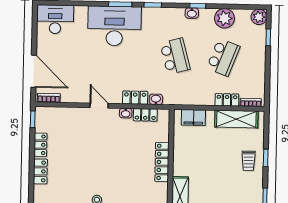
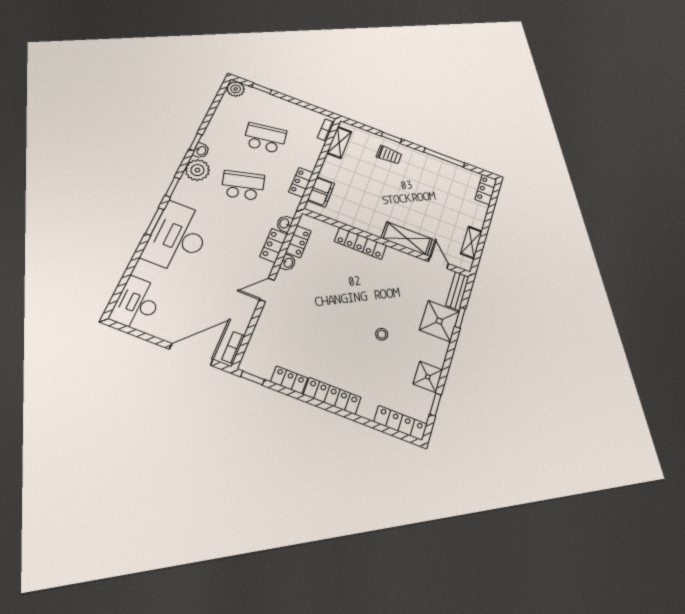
plant: (224, 18) -> (197, 170), moved
school desk: (223, 57) -> (265, 138), turned -30
locker: (227, 100) -> (301, 182), moved
shelving: (236, 119) -> (339, 142), width x0.67, depth x0.75
locker: (40, 171) -> (332, 396), width x1.53

